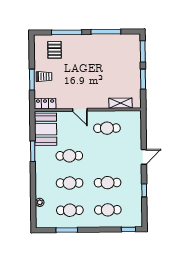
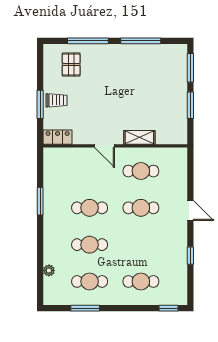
shelving: (121, 103) -> (139, 137), moved
booth: (46, 129) -> (58, 172), removed
door: (144, 157) -> (190, 210), hinge flipped
cafe table: (108, 183) -> (141, 208), moved

